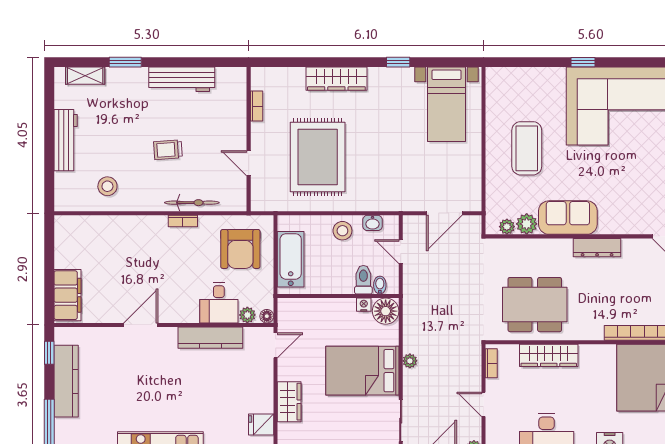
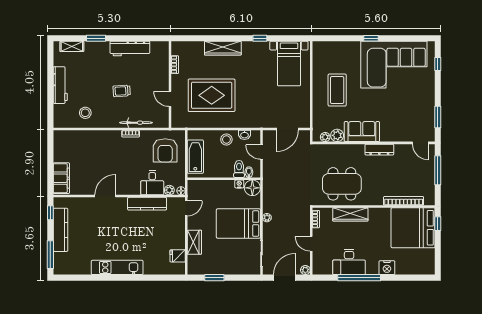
rug: (318, 157) -> (212, 95), turned 90

